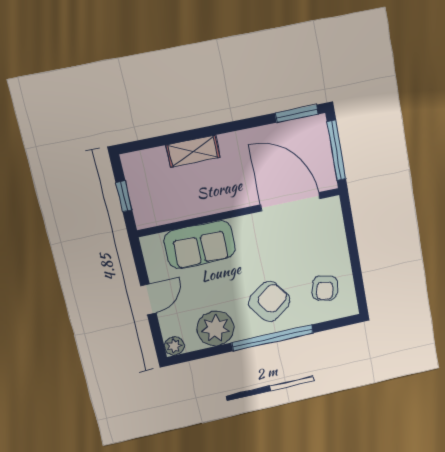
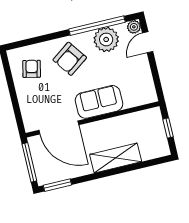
shelving: (193, 151) -> (116, 158), width x1.50, depth x1.33
sofa: (200, 244) -> (99, 102), moved
door: (148, 299) -> (148, 42), moved
window: (272, 338) -> (97, 26), moved

